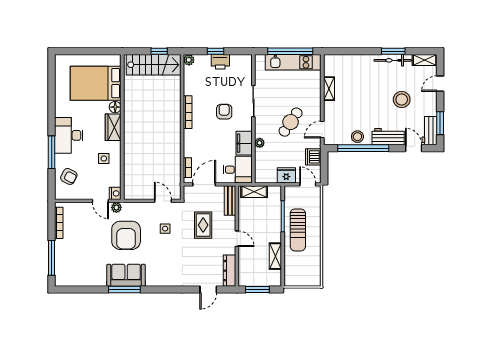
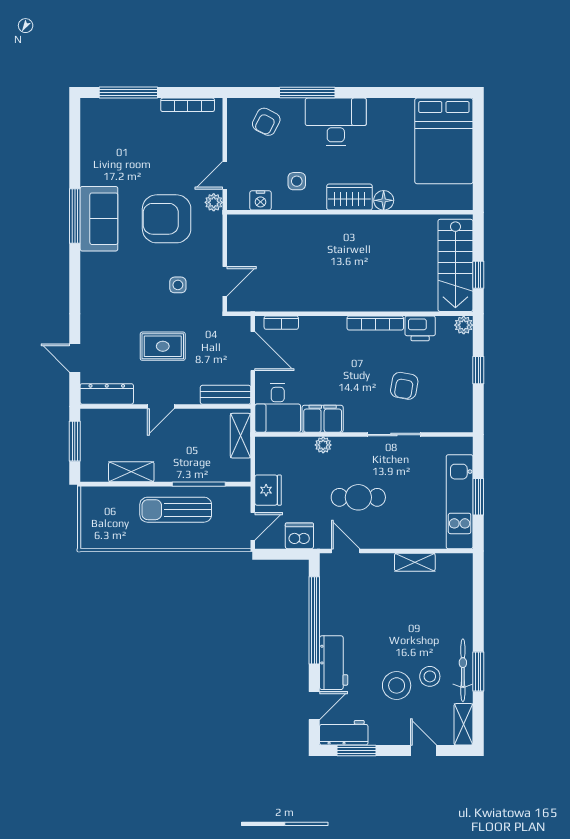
window: (290, 51) -> (478, 497), width x0.47
printer: (220, 62) -> (420, 328), moved, turned -90
bed: (96, 83) -> (444, 141), moved, turned 180
armchair: (224, 112) -> (404, 386), moved, turned 100
cafe table: (291, 122) -> (358, 497), turned -34
stool: (357, 137) -> (430, 676), moved
nightstand: (115, 193) -> (261, 200), moved
rug: (203, 225) -> (163, 346), moved

